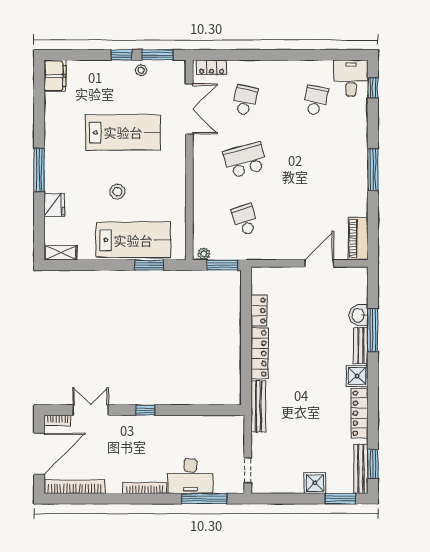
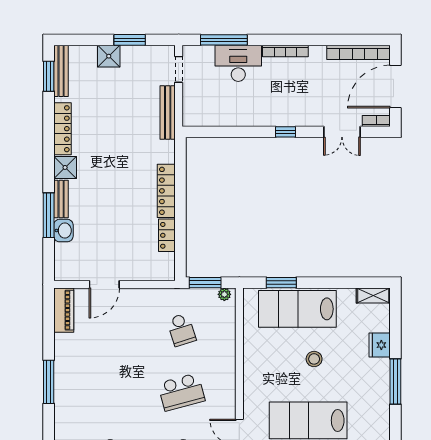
bench: (258, 406) -> (168, 113), moved
window: (340, 499) -> (130, 40), moved

